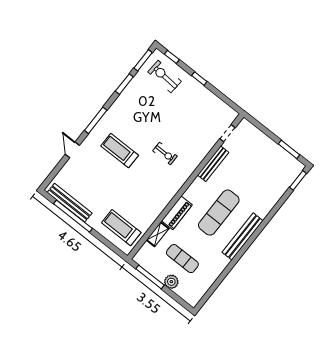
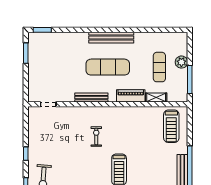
bench: (213, 164) -> (91, 98), moved

